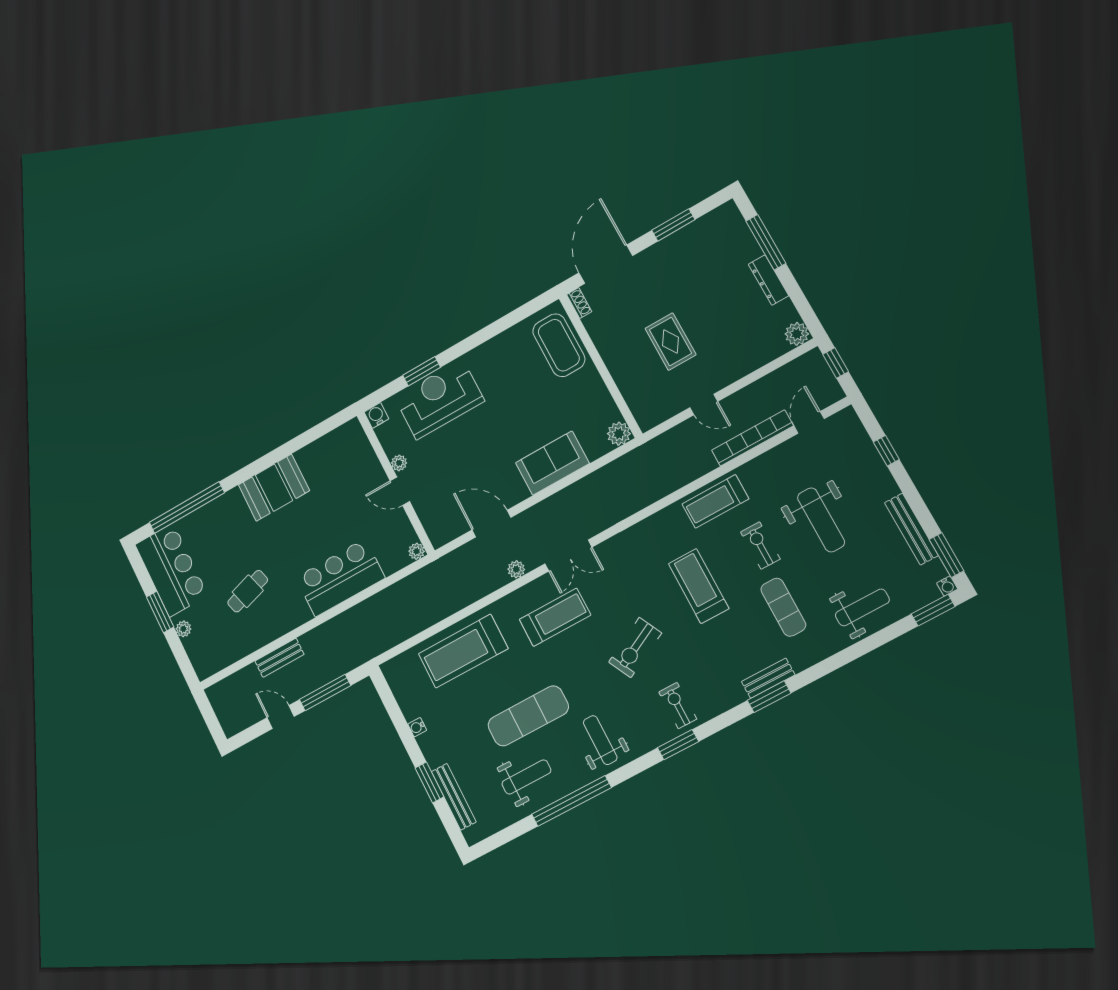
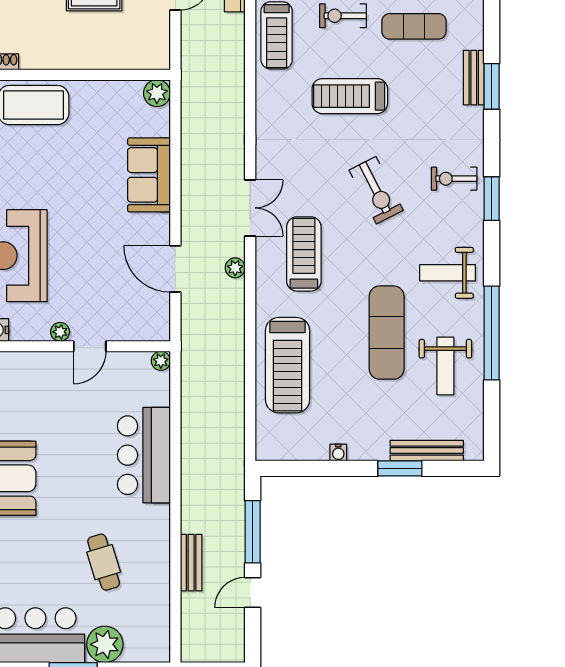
door: (491, 524) -> (175, 269), hinge flipped
plant: (183, 629) -> (105, 644), width x1.87, depth x1.87
weight bench: (526, 777) -> (445, 366), turned 180

